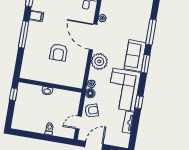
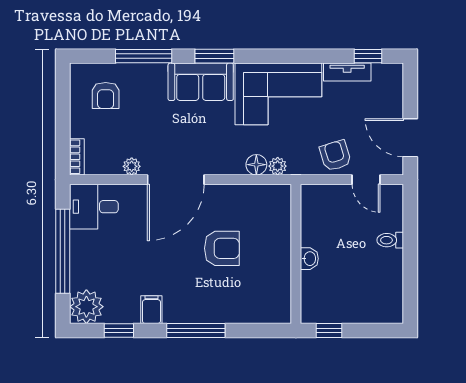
armchair: (136, 12) -> (106, 96), added
plant: (99, 61) -> (226, 157), removed
floor lamp: (90, 93) -> (256, 165), moved
window: (139, 102) -> (368, 56), moved

